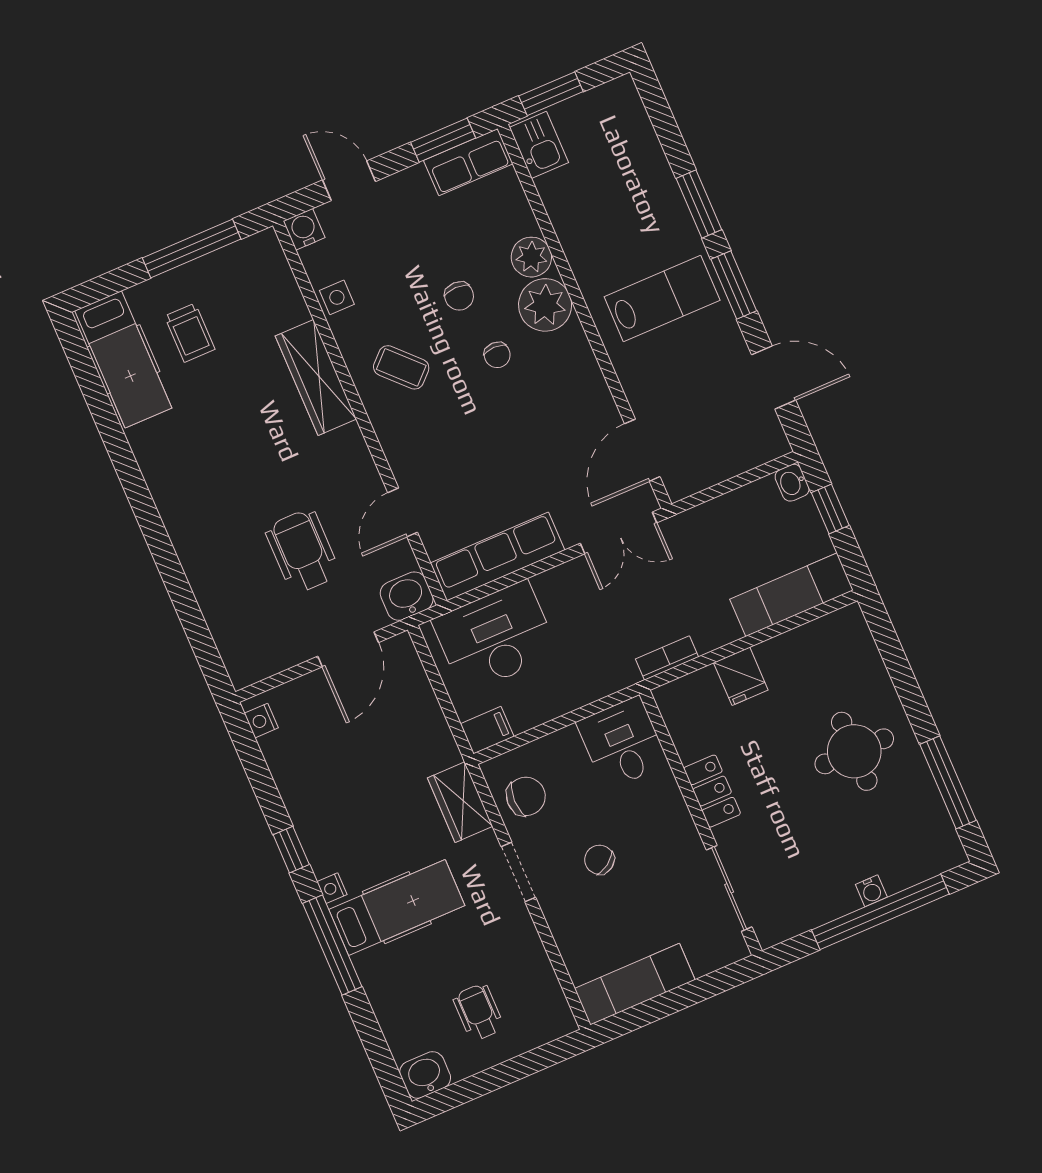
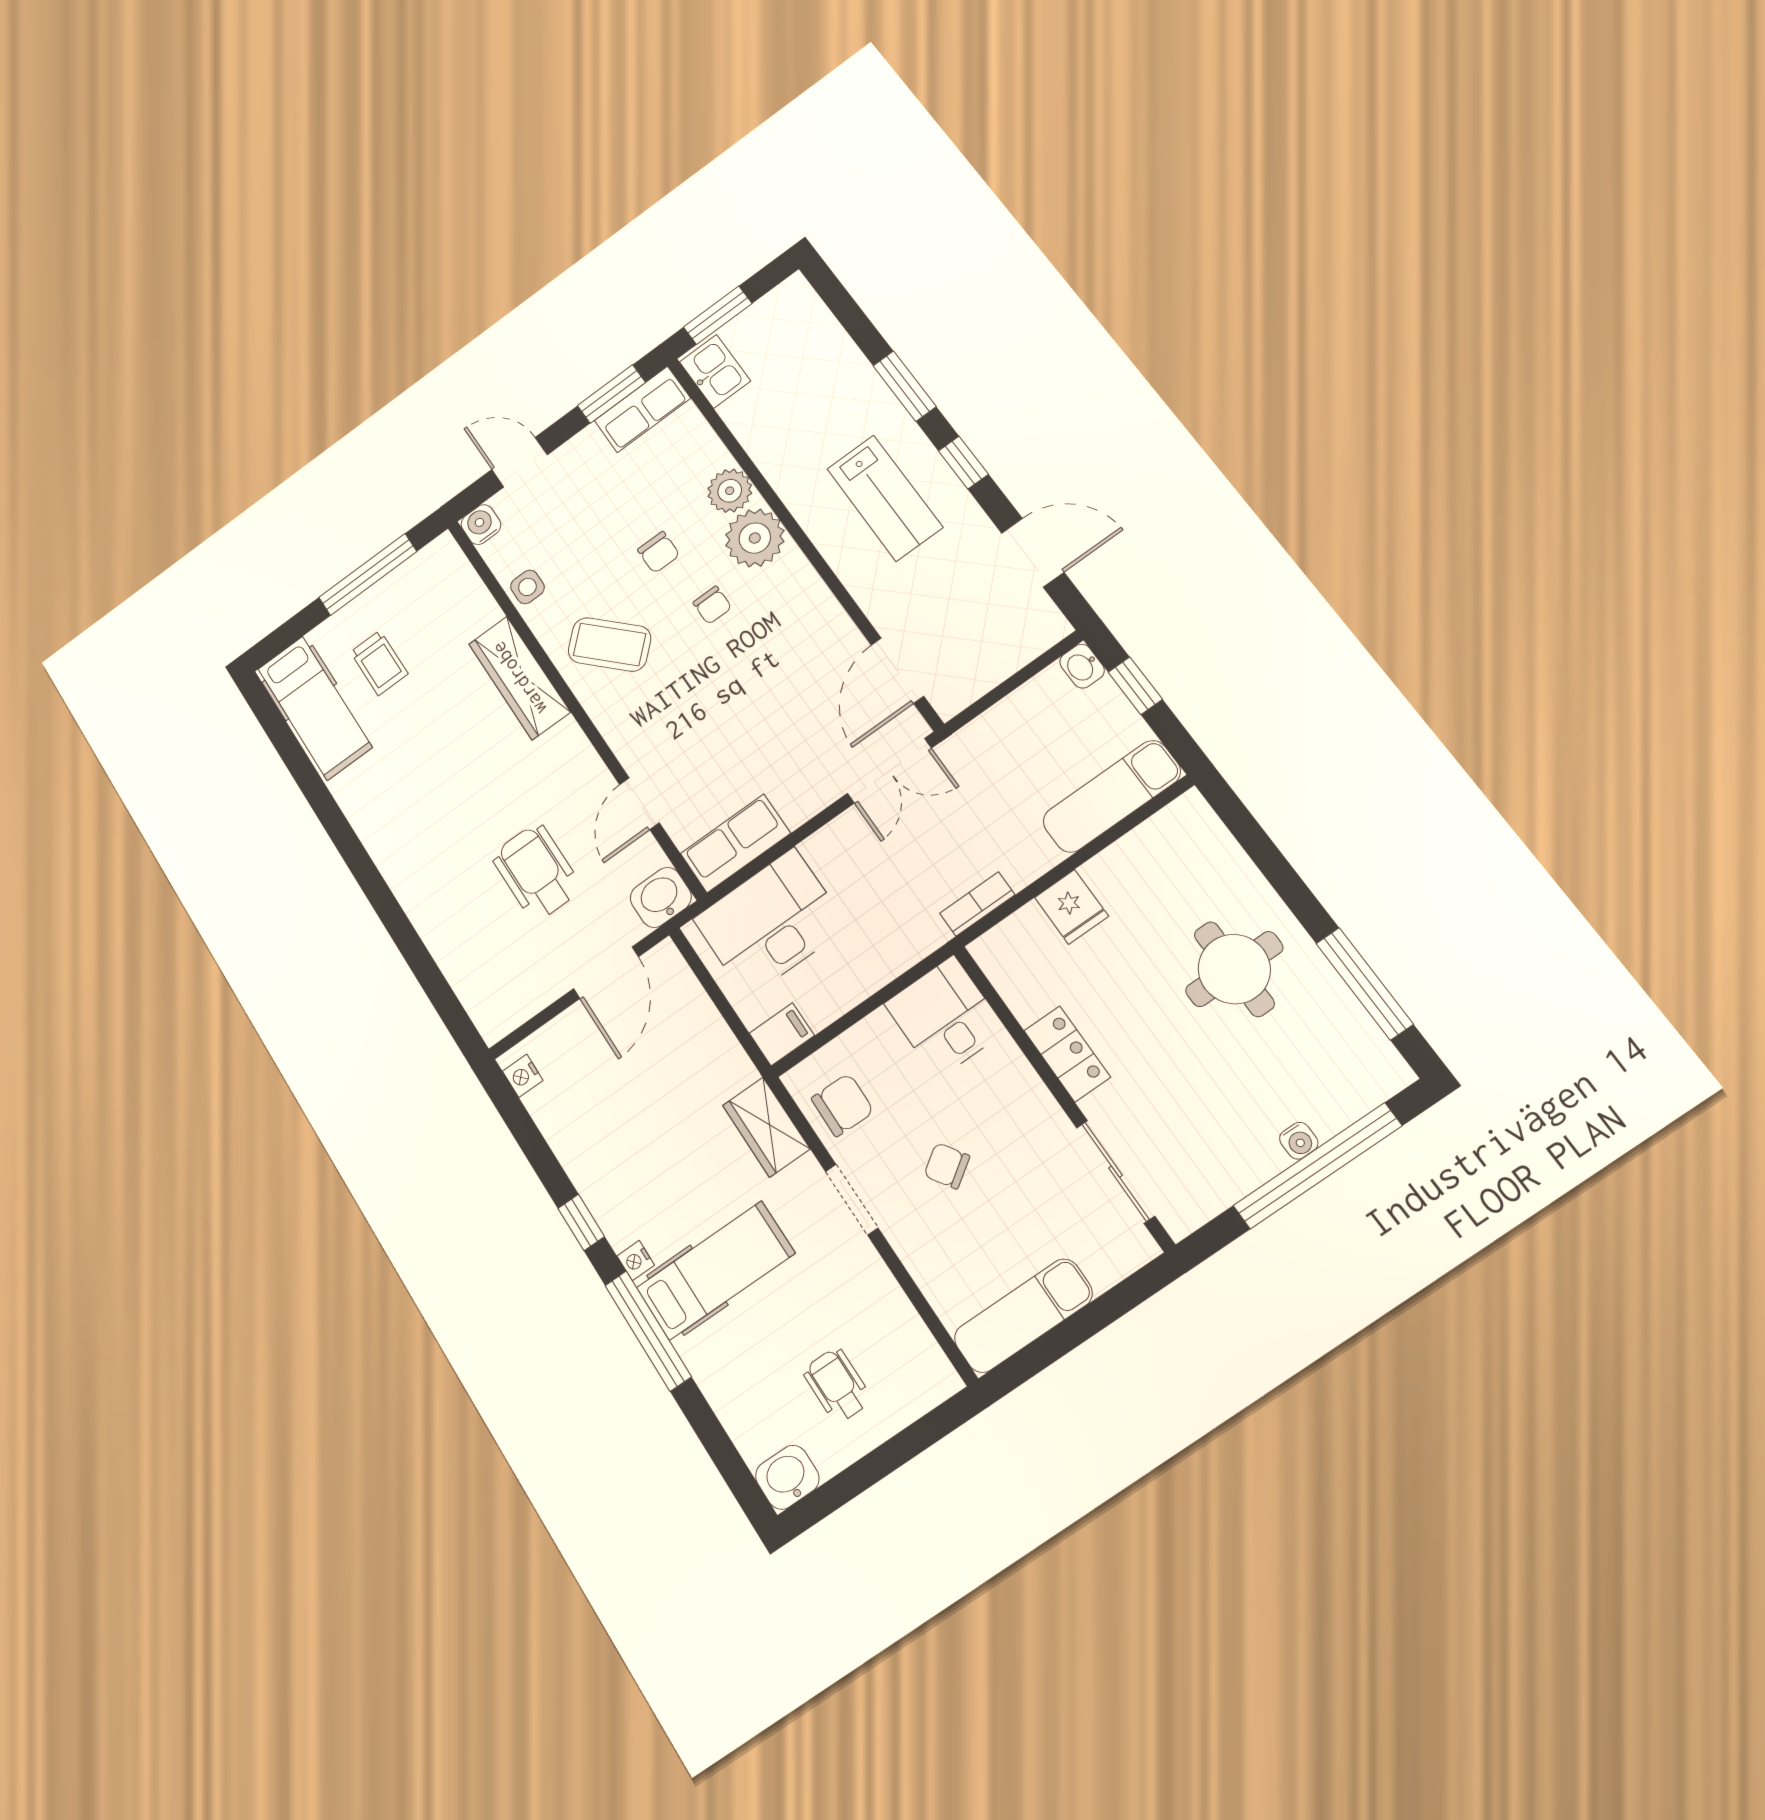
window: (734, 285) -> (963, 463), width x0.67
lab bench: (662, 298) -> (885, 498), turned 90
coffee table: (401, 367) -> (609, 645), width x1.36, depth x1.30
row of seats: (498, 556) -> (735, 843), width x0.68

